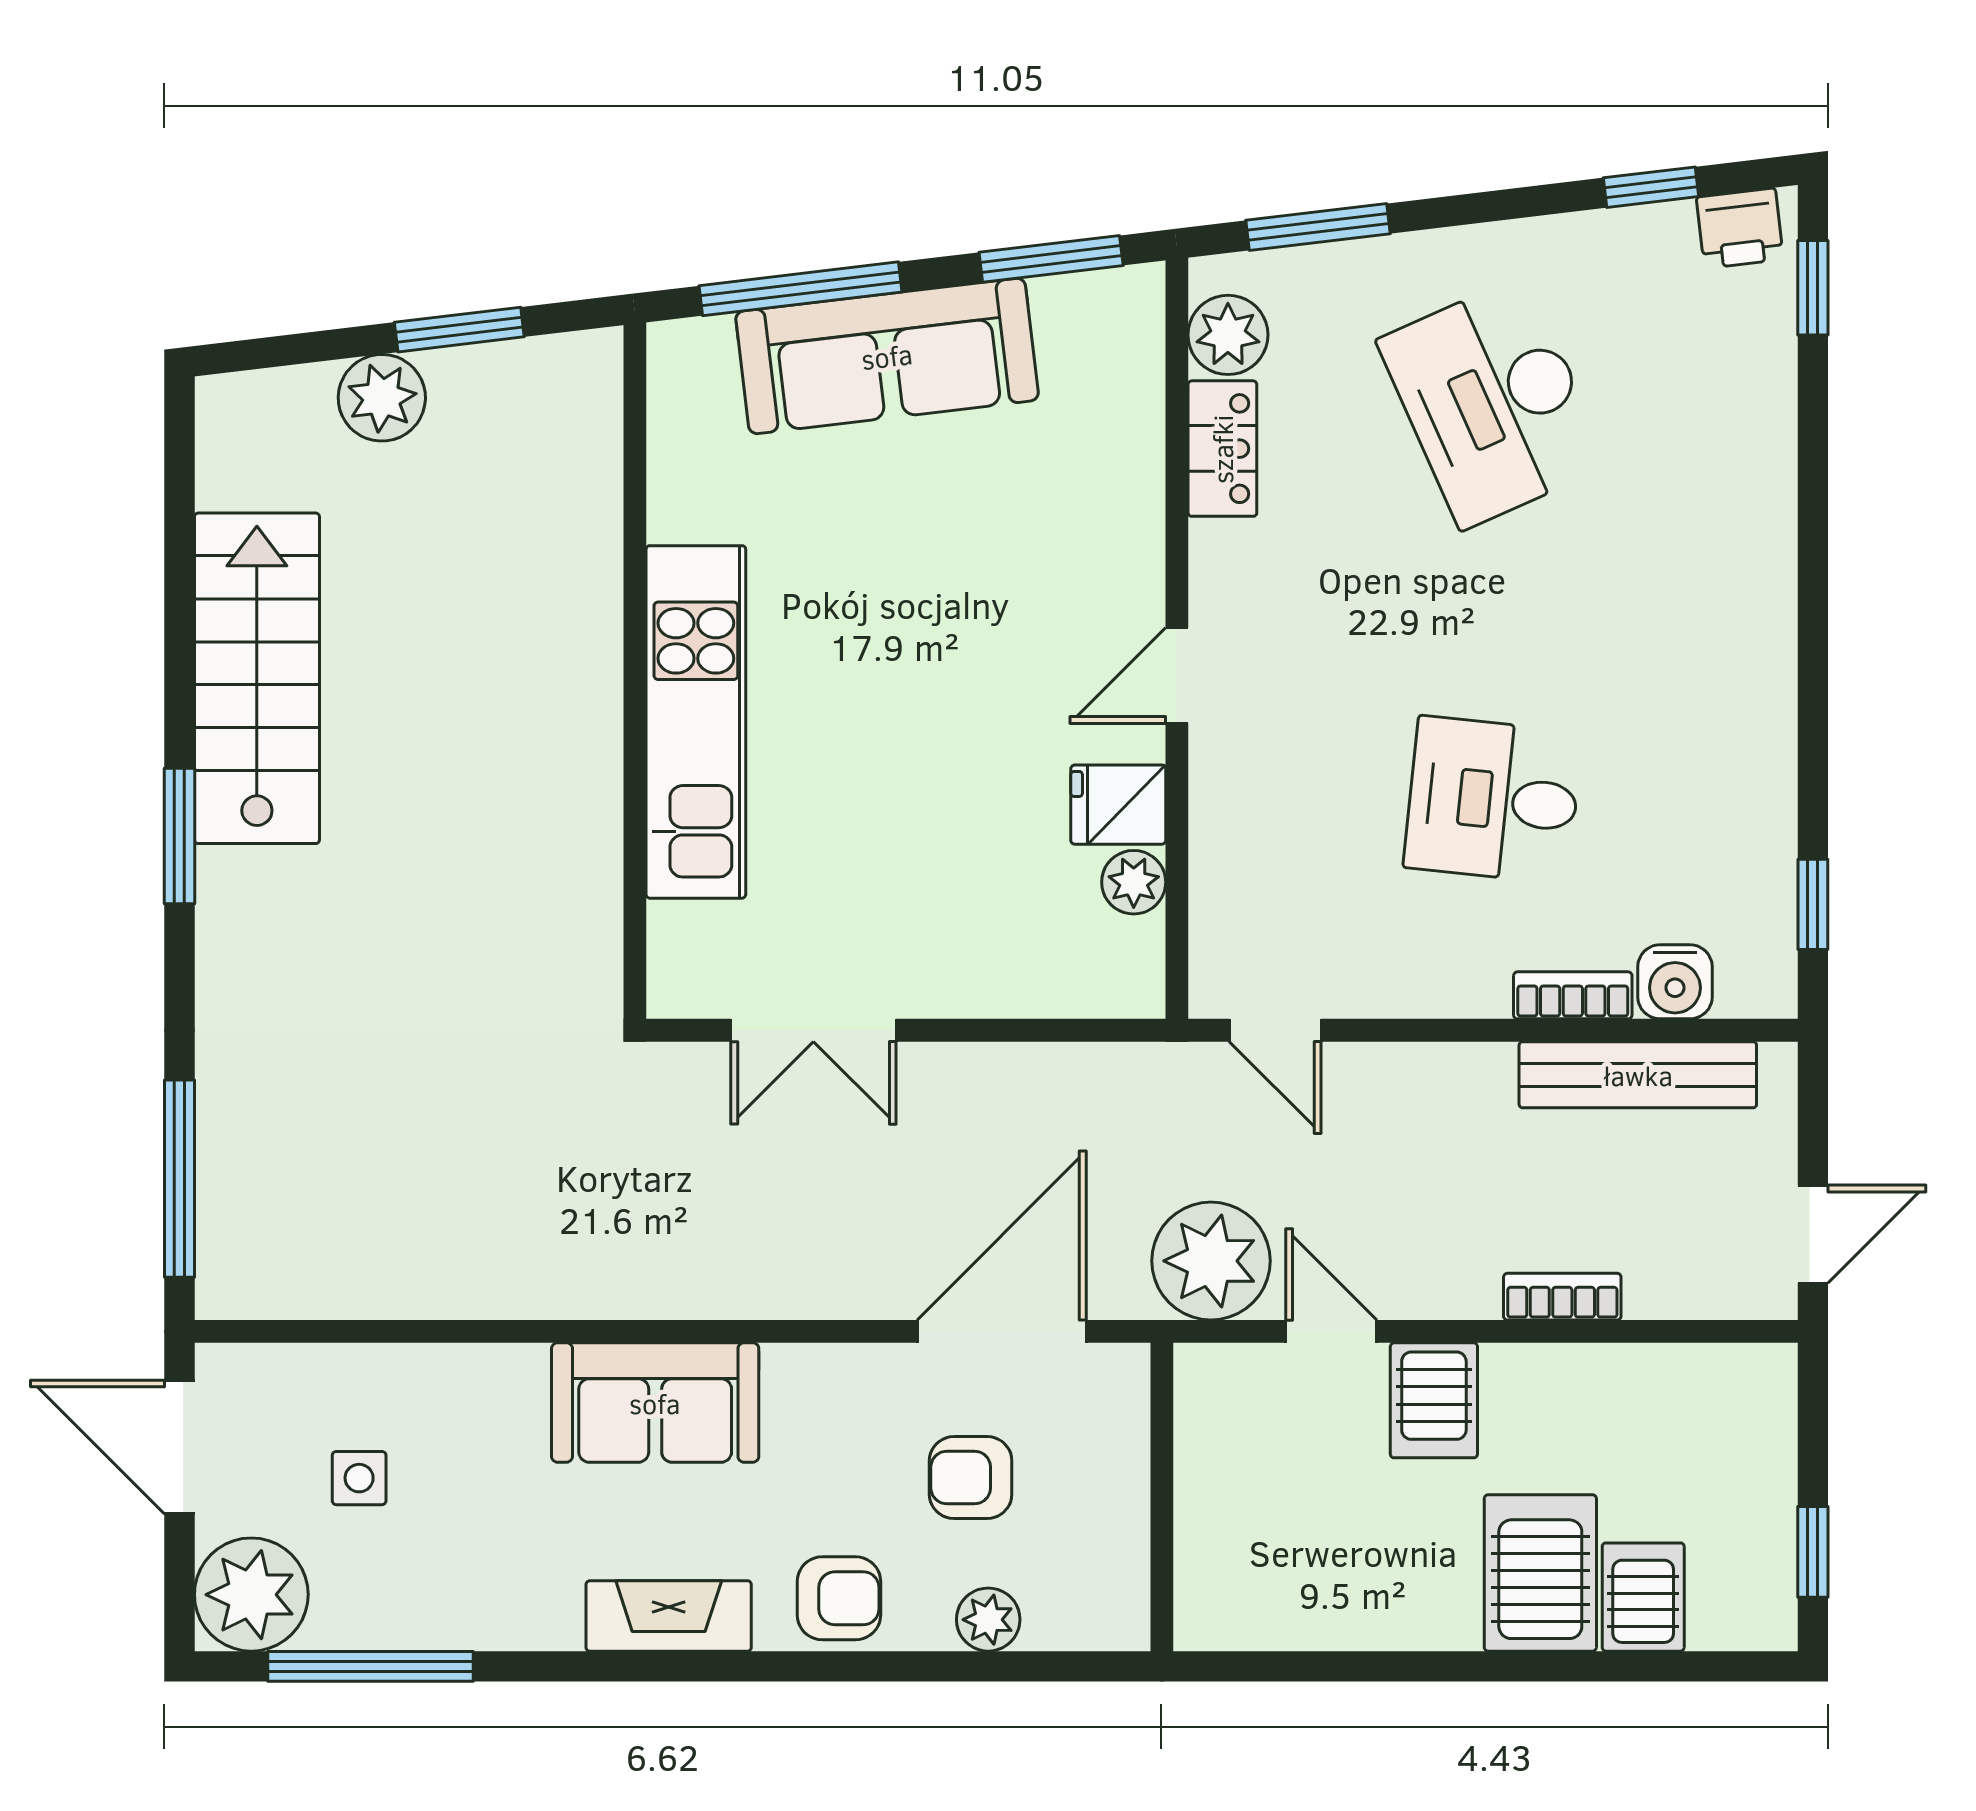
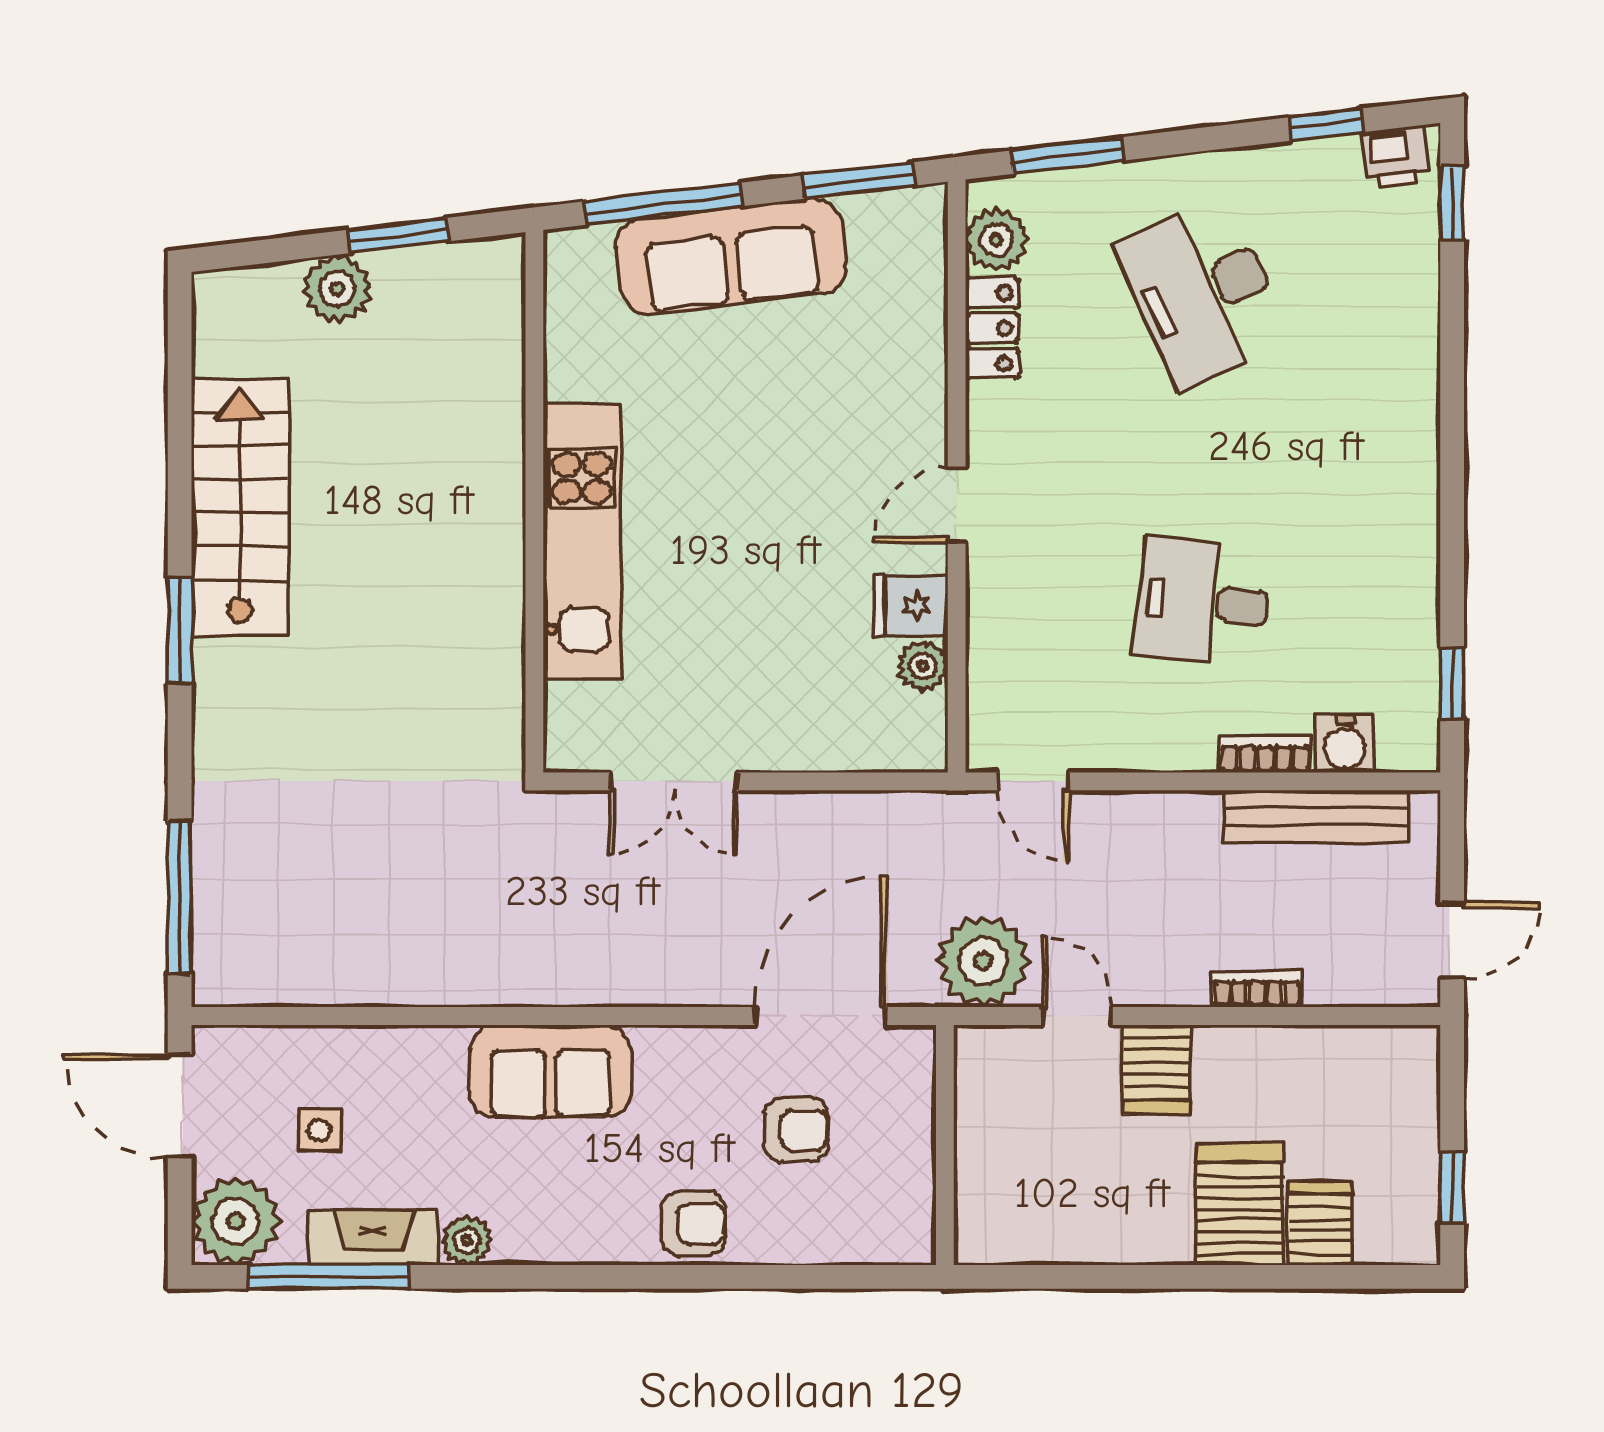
armchair: (971, 1478) -> (796, 1130), turned 180
fireplace: (669, 1616) -> (373, 1238), moved
plant: (988, 1620) -> (467, 1241), moved

